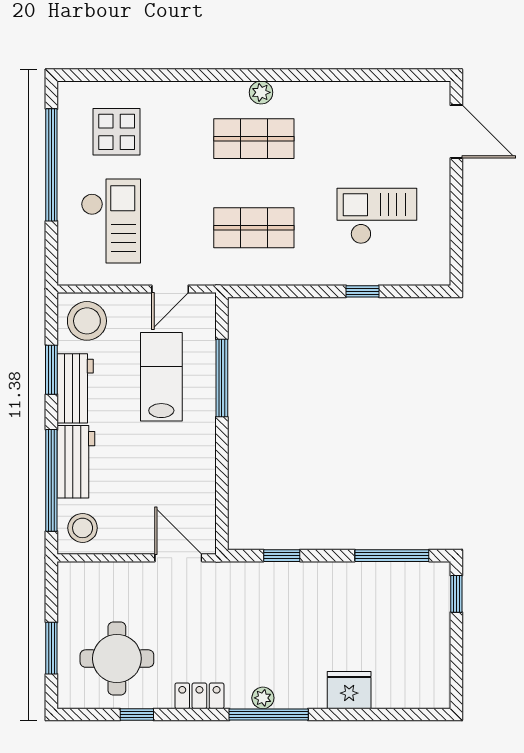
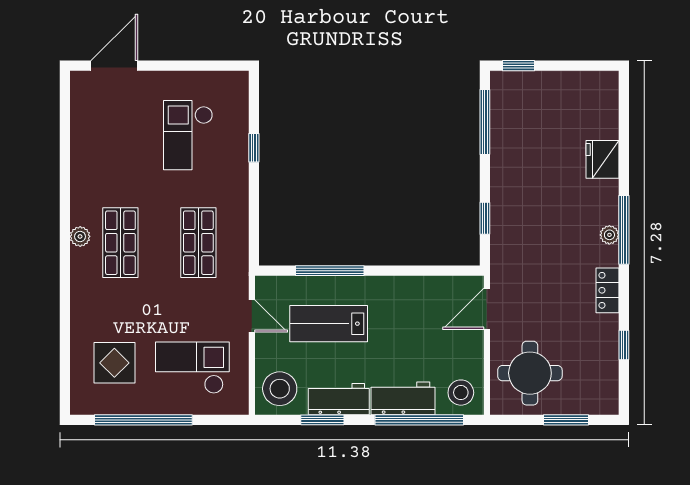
round table: (117, 659) -> (530, 373), moved

